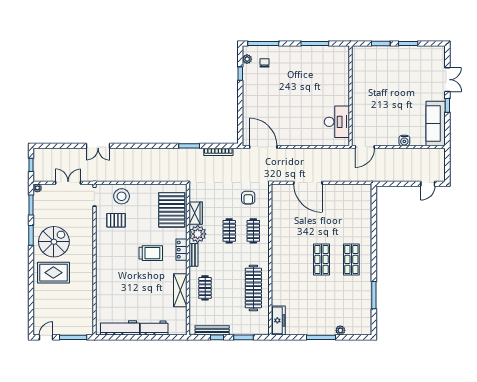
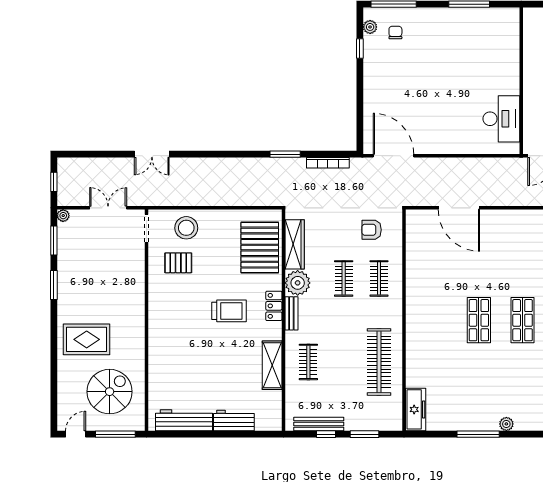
armchair: (248, 198) -> (372, 230), turned 90
wardrobe: (196, 213) -> (295, 244), width x1.50
spiral stairs: (54, 242) -> (110, 392), moved

